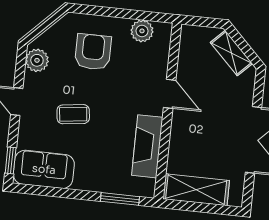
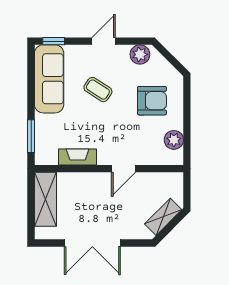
coffee table: (73, 114) -> (98, 90), turned -50
fireplace: (147, 146) -> (78, 157), width x0.73, depth x0.76
sofa: (44, 169) -> (49, 79), width x1.36

